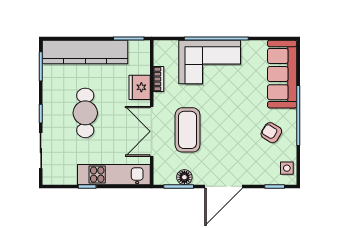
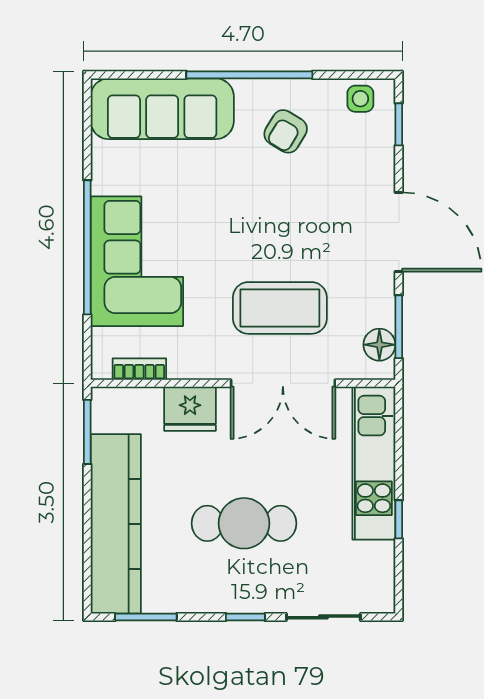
bookcase: (159, 79) -> (139, 369), moved
floor lamp: (184, 177) -> (379, 345), moved

